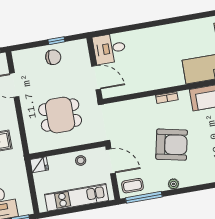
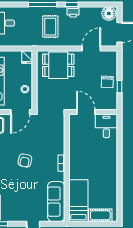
door: (96, 78) -> (86, 112), swing flipped
dining table: (60, 115) -> (58, 65), moved, turned 90
armchair: (172, 145) -> (25, 161), width x0.53, depth x0.53

